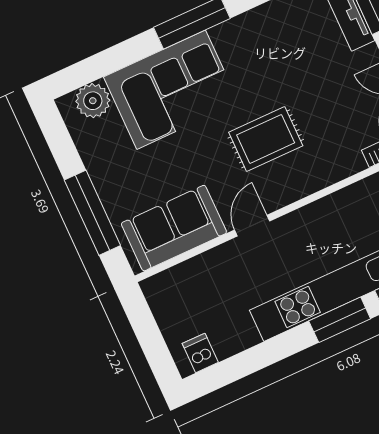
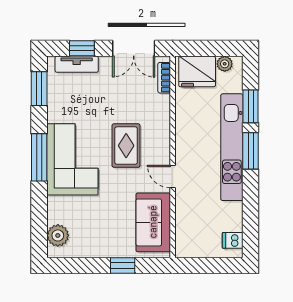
corner sofa: (171, 90) -> (72, 159), moved
window: (92, 213) -> (123, 266), width x0.46

